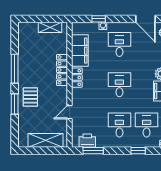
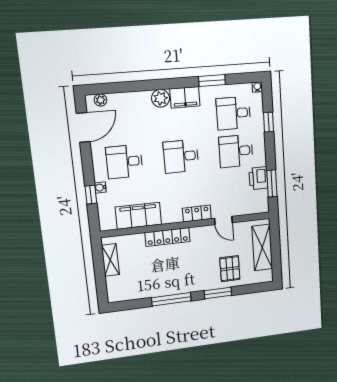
locker: (77, 78) -> (197, 213), moved
pallet: (30, 97) -> (230, 269), moved, turned 90
printer: (87, 141) -> (258, 178), moved

